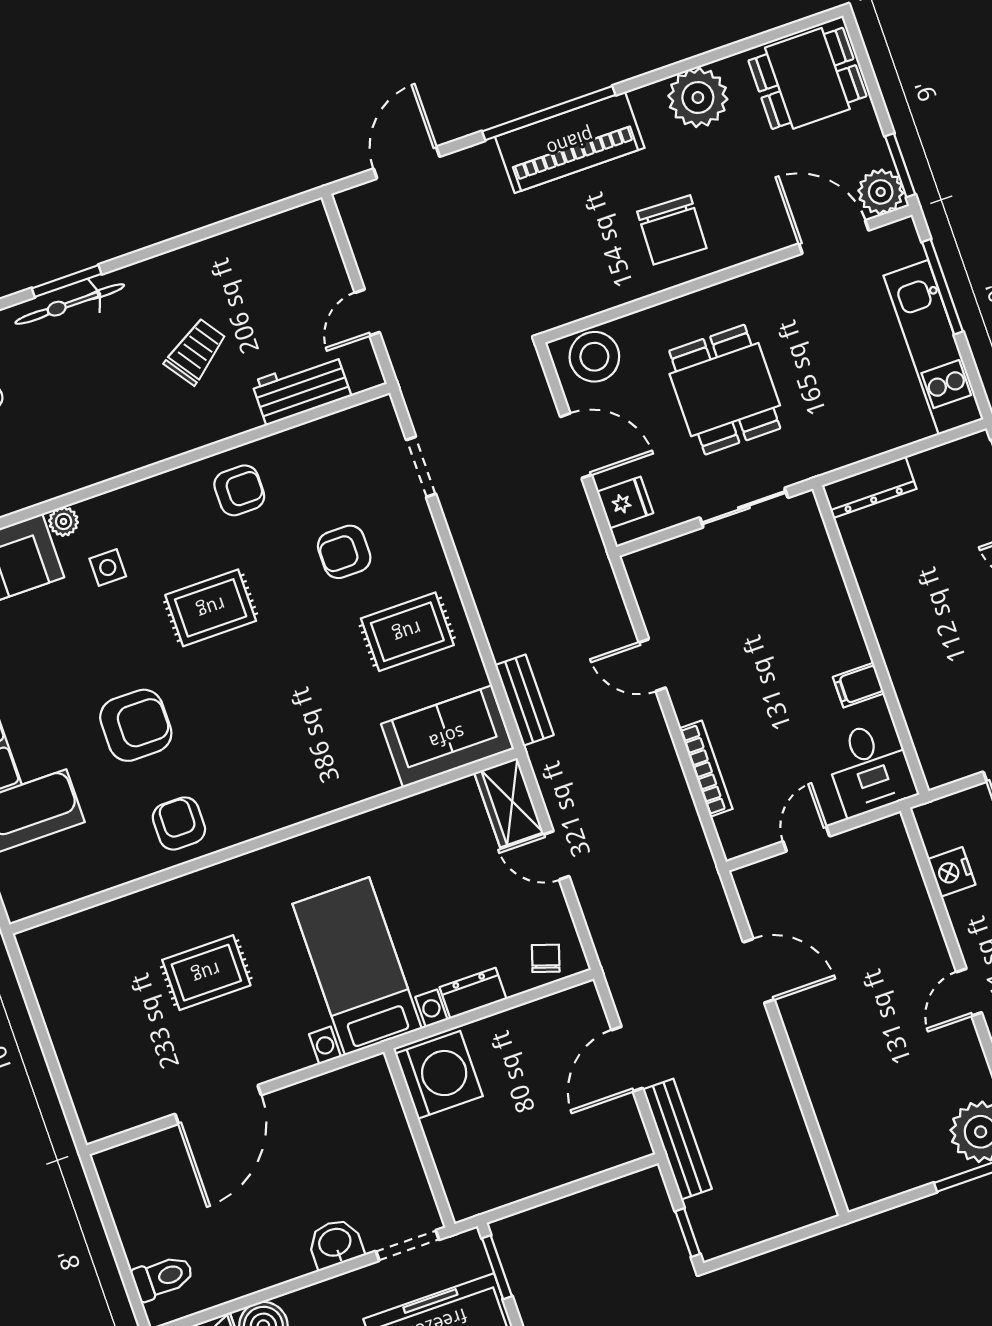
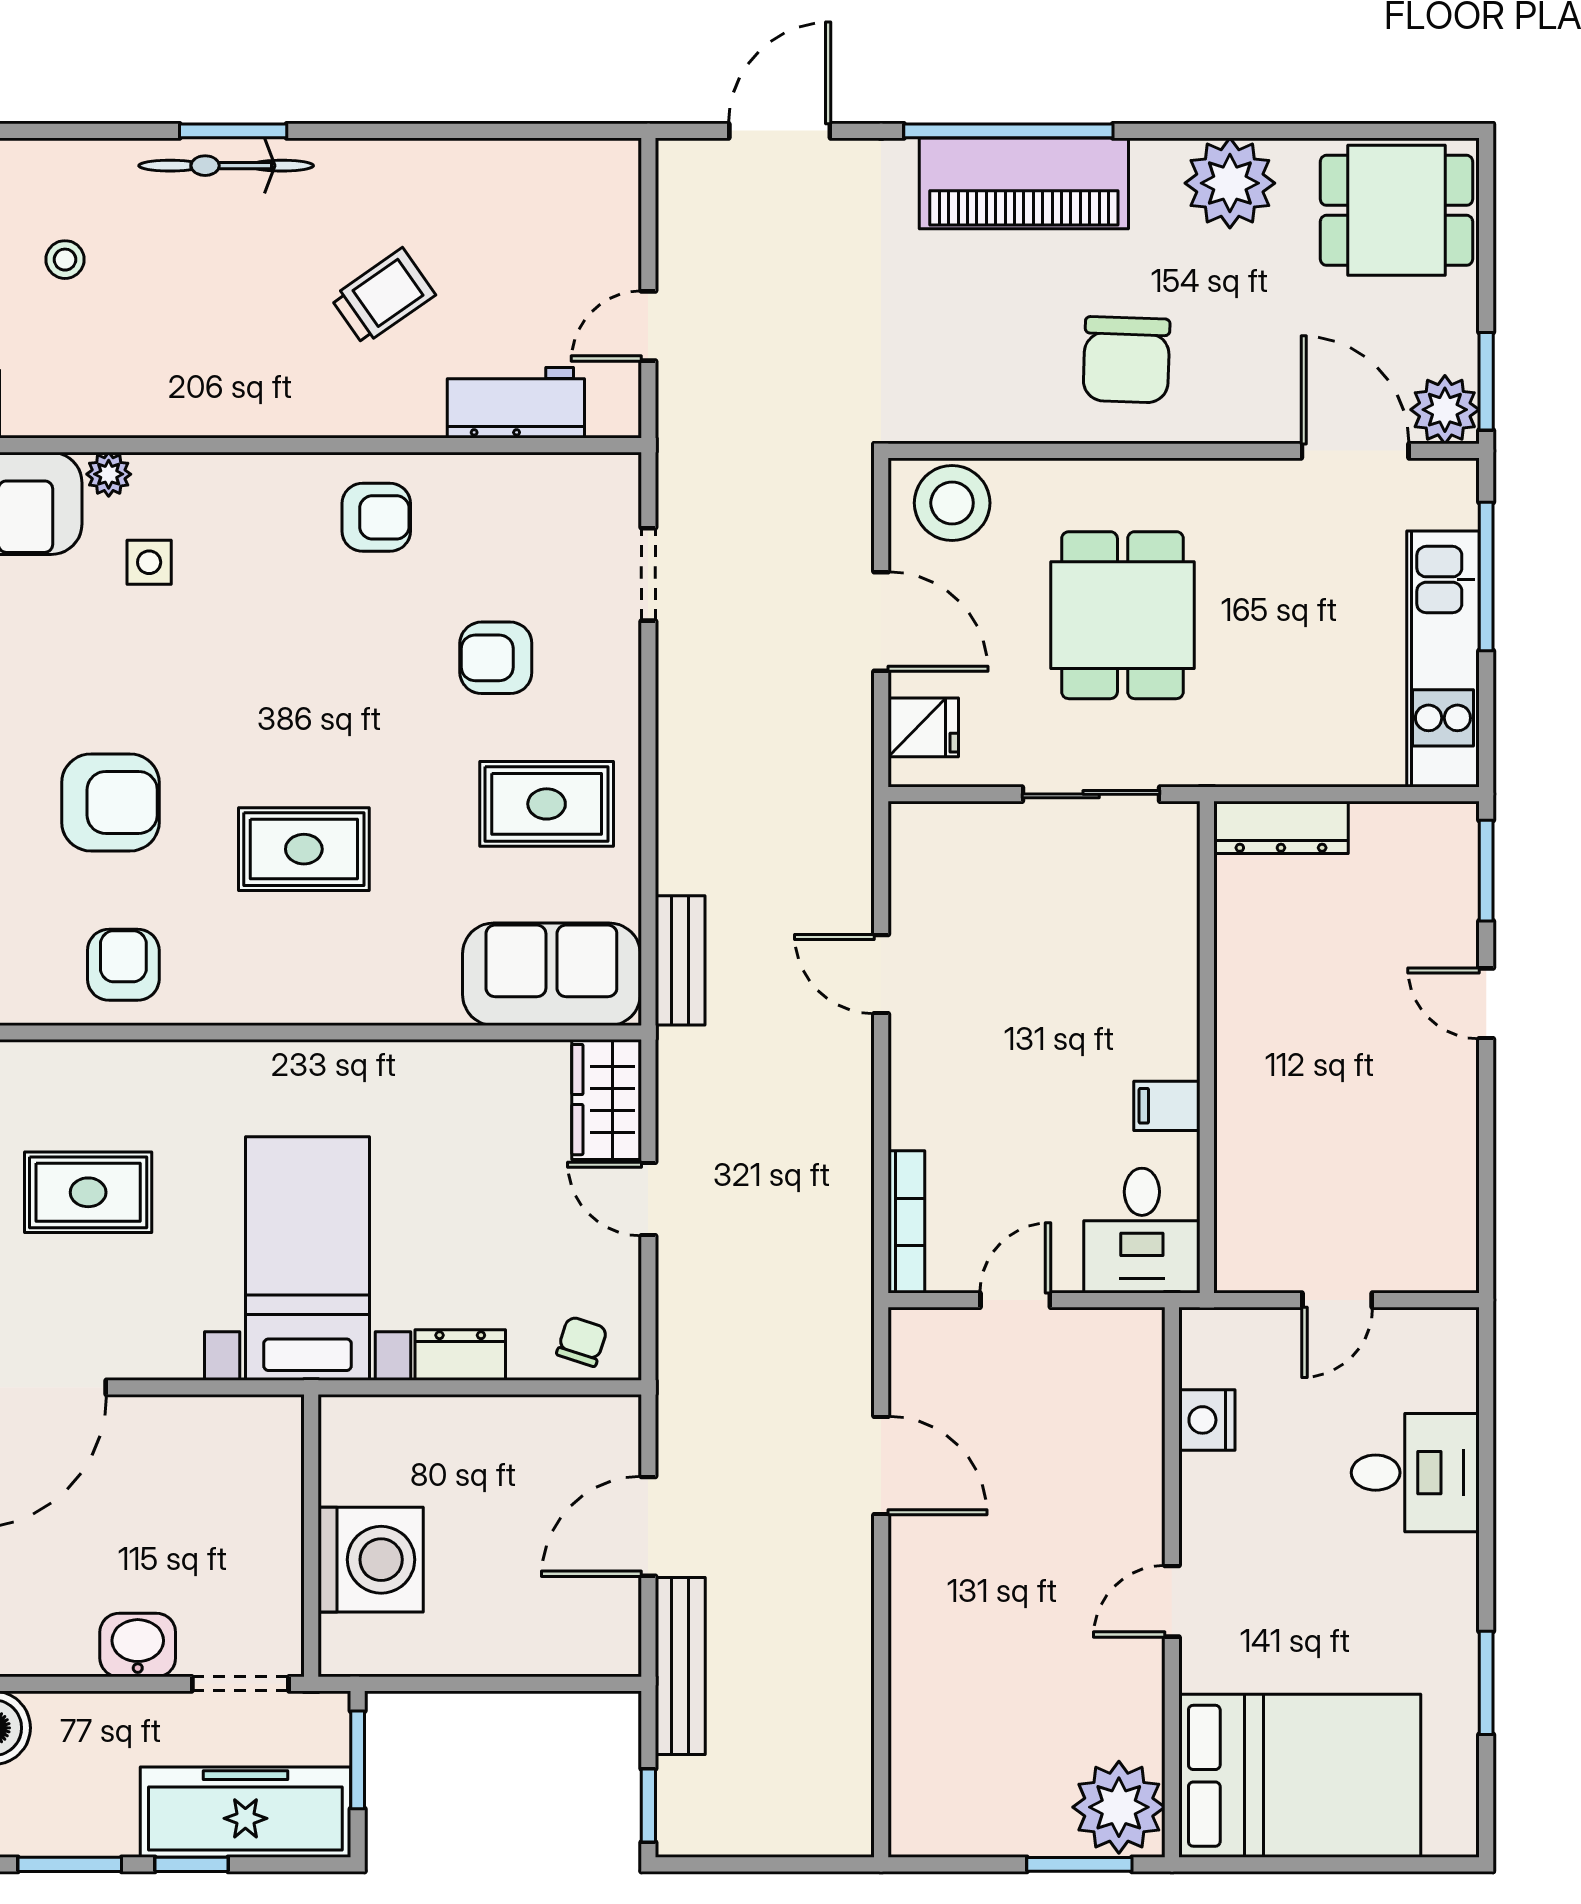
rug: (211, 608) -> (304, 849), moved
bookcase: (706, 769) -> (906, 1222), moved
washing machine: (439, 1075) -> (371, 1560), moved

